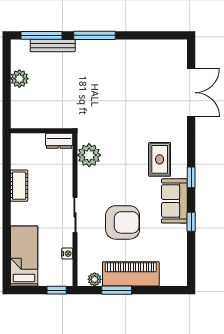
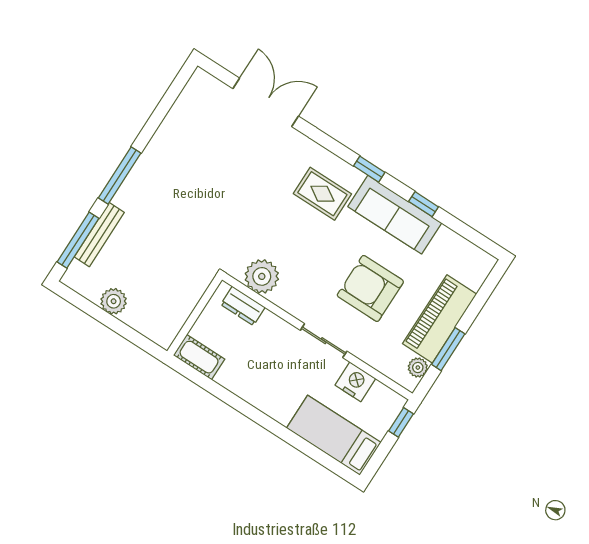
dresser: (59, 141) -> (243, 306), moved, turned 90
cot: (19, 186) -> (199, 357), moved
sofa: (174, 201) -> (395, 215), width x1.36
armchair: (123, 222) -> (370, 288), turned -90
nightstand: (67, 254) -> (355, 382), width x1.89, depth x1.79

